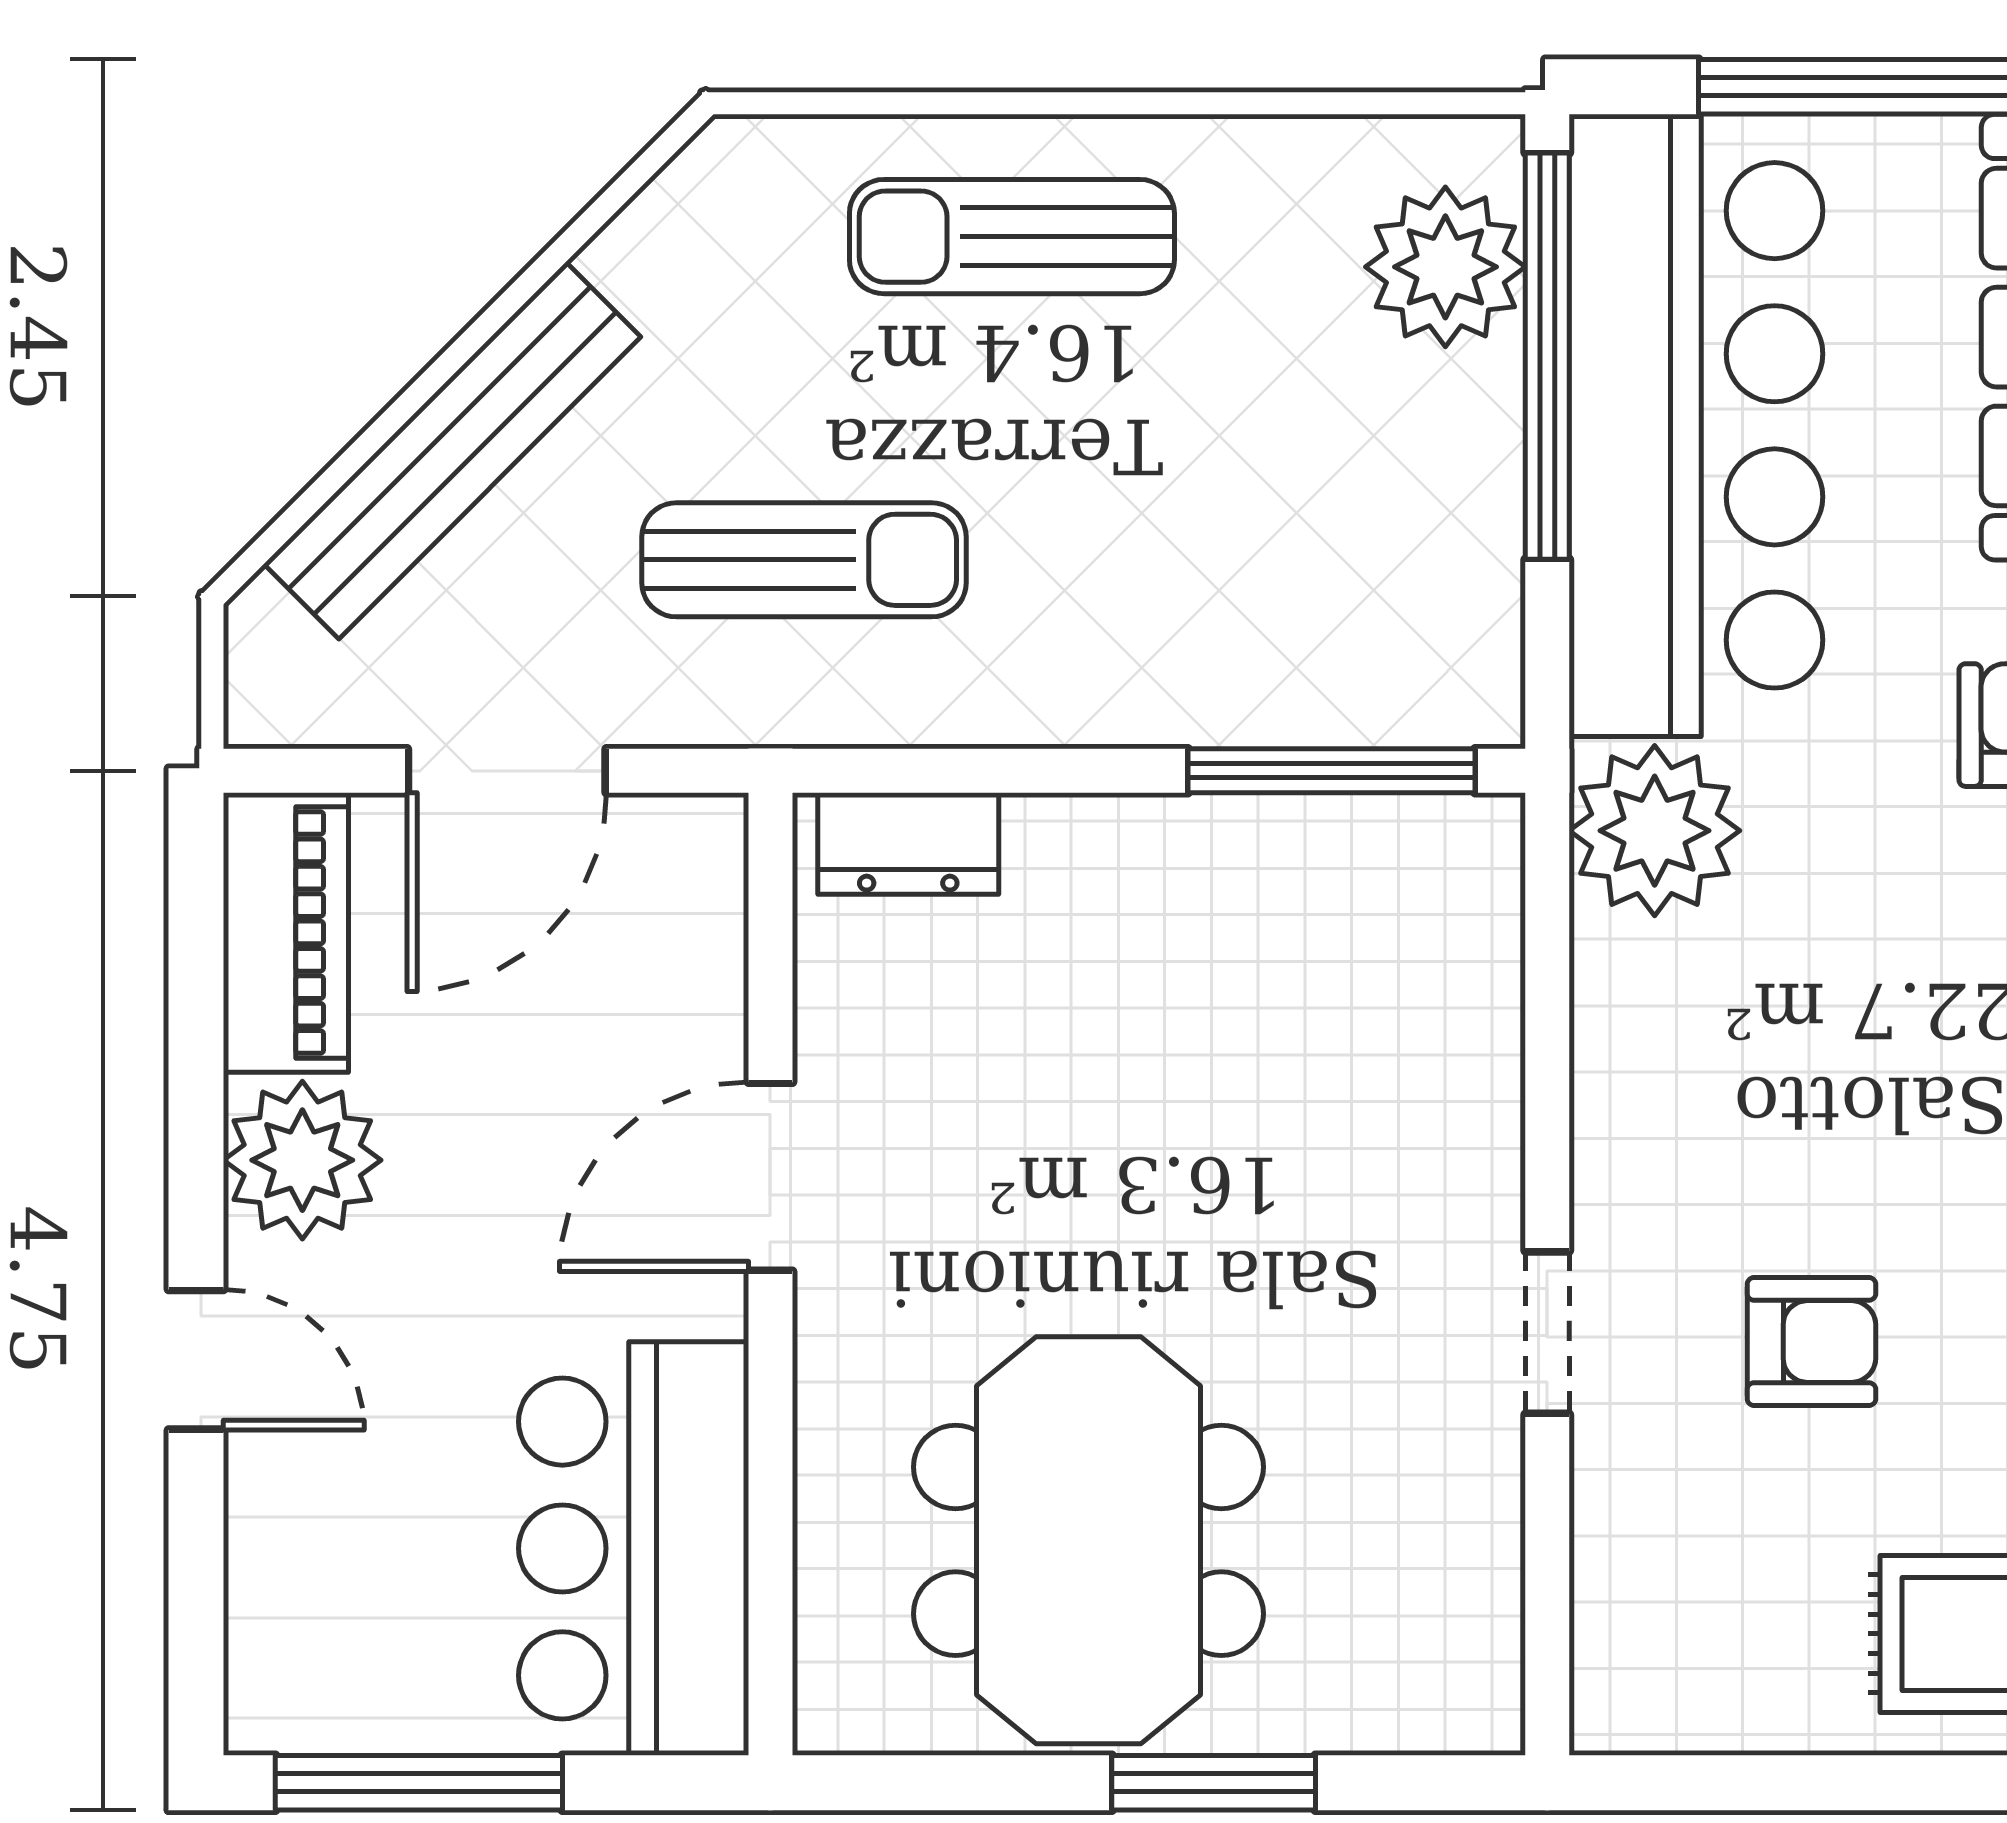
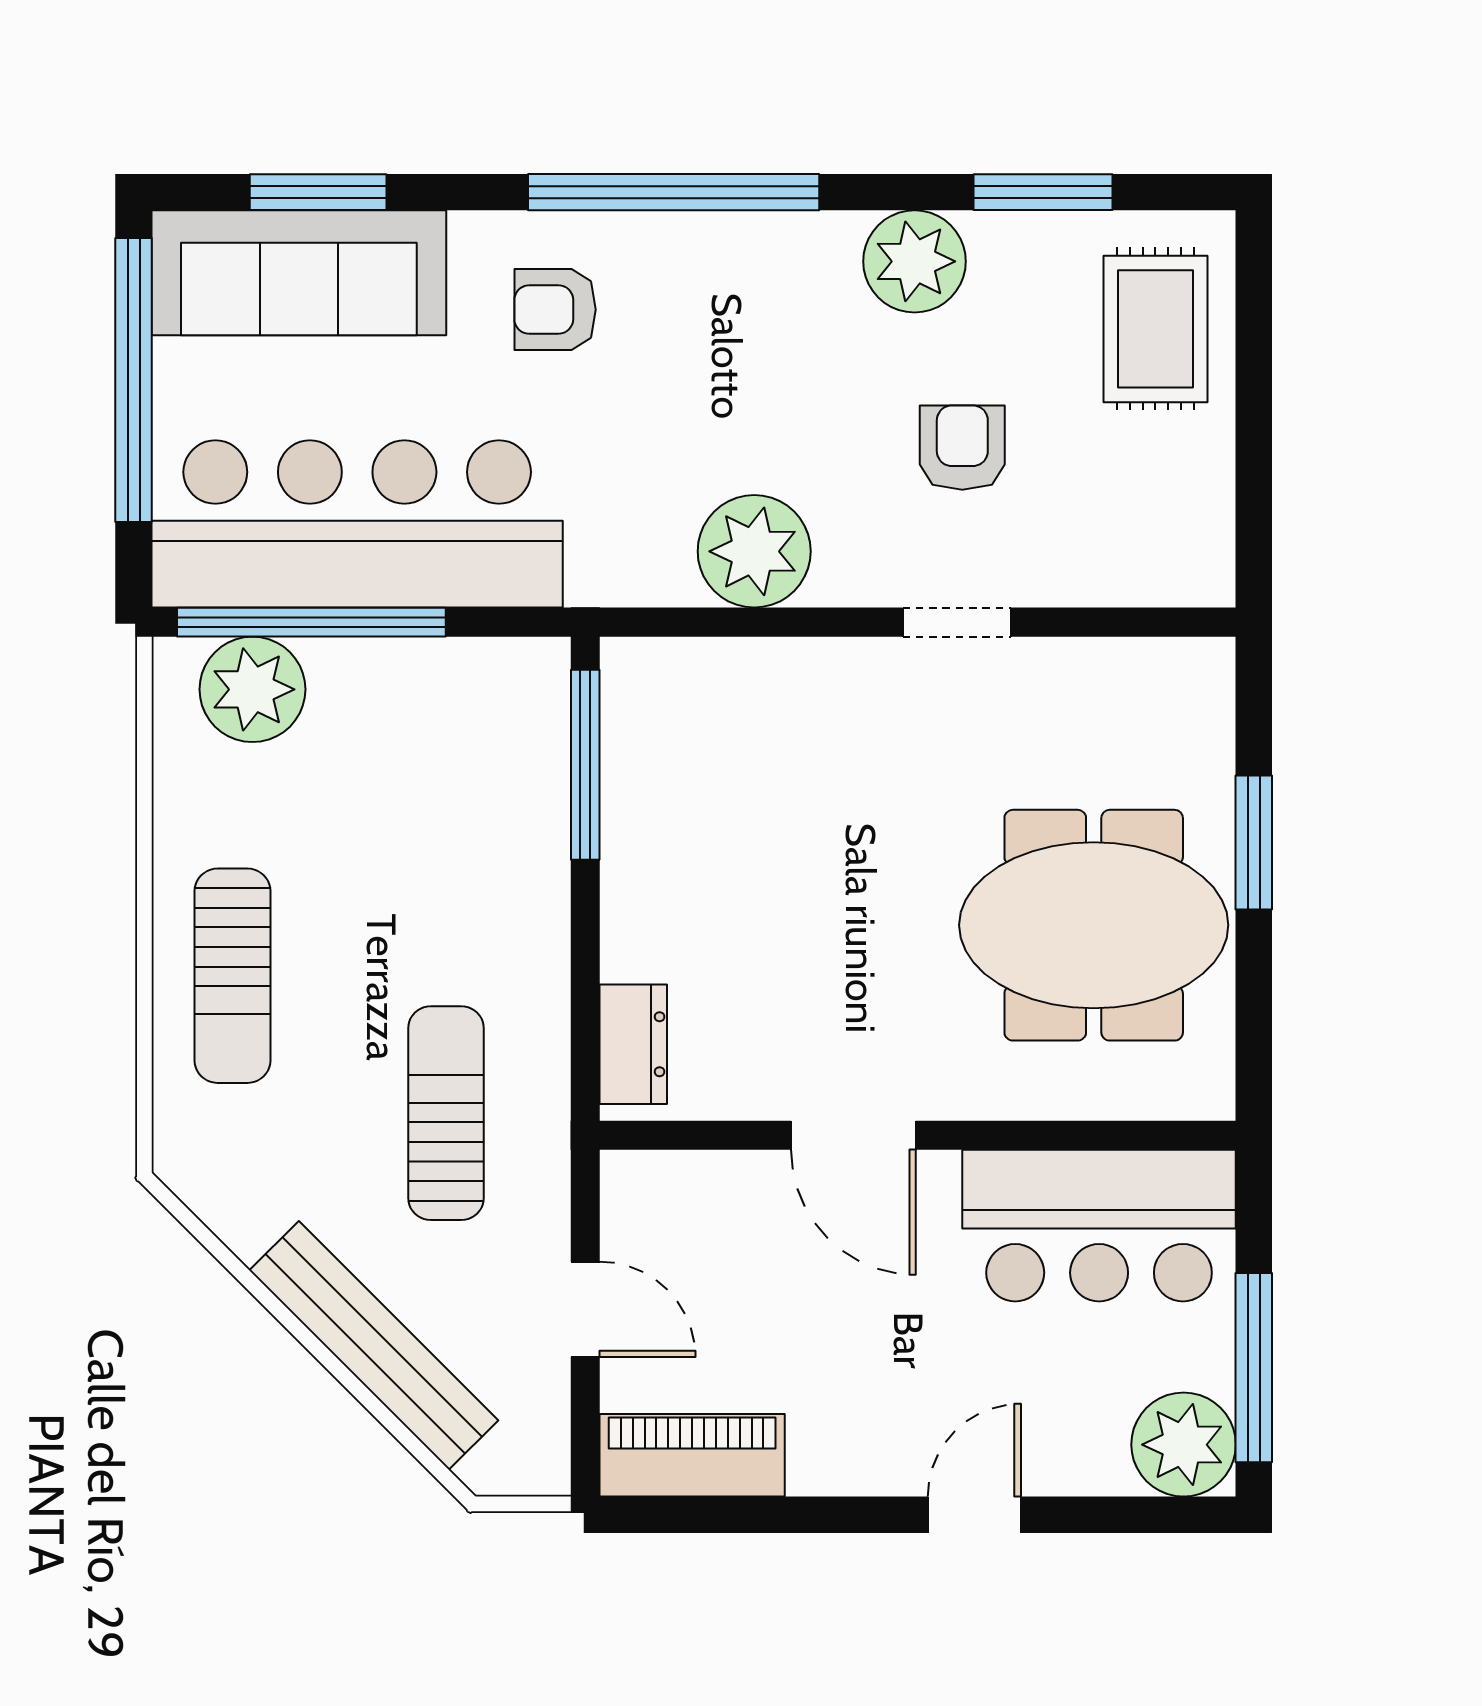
door: (507, 771) -> (585, 1309), width x0.73
plant: (1655, 831) -> (754, 551), moved
plant: (302, 1160) -> (1184, 1445), moved

